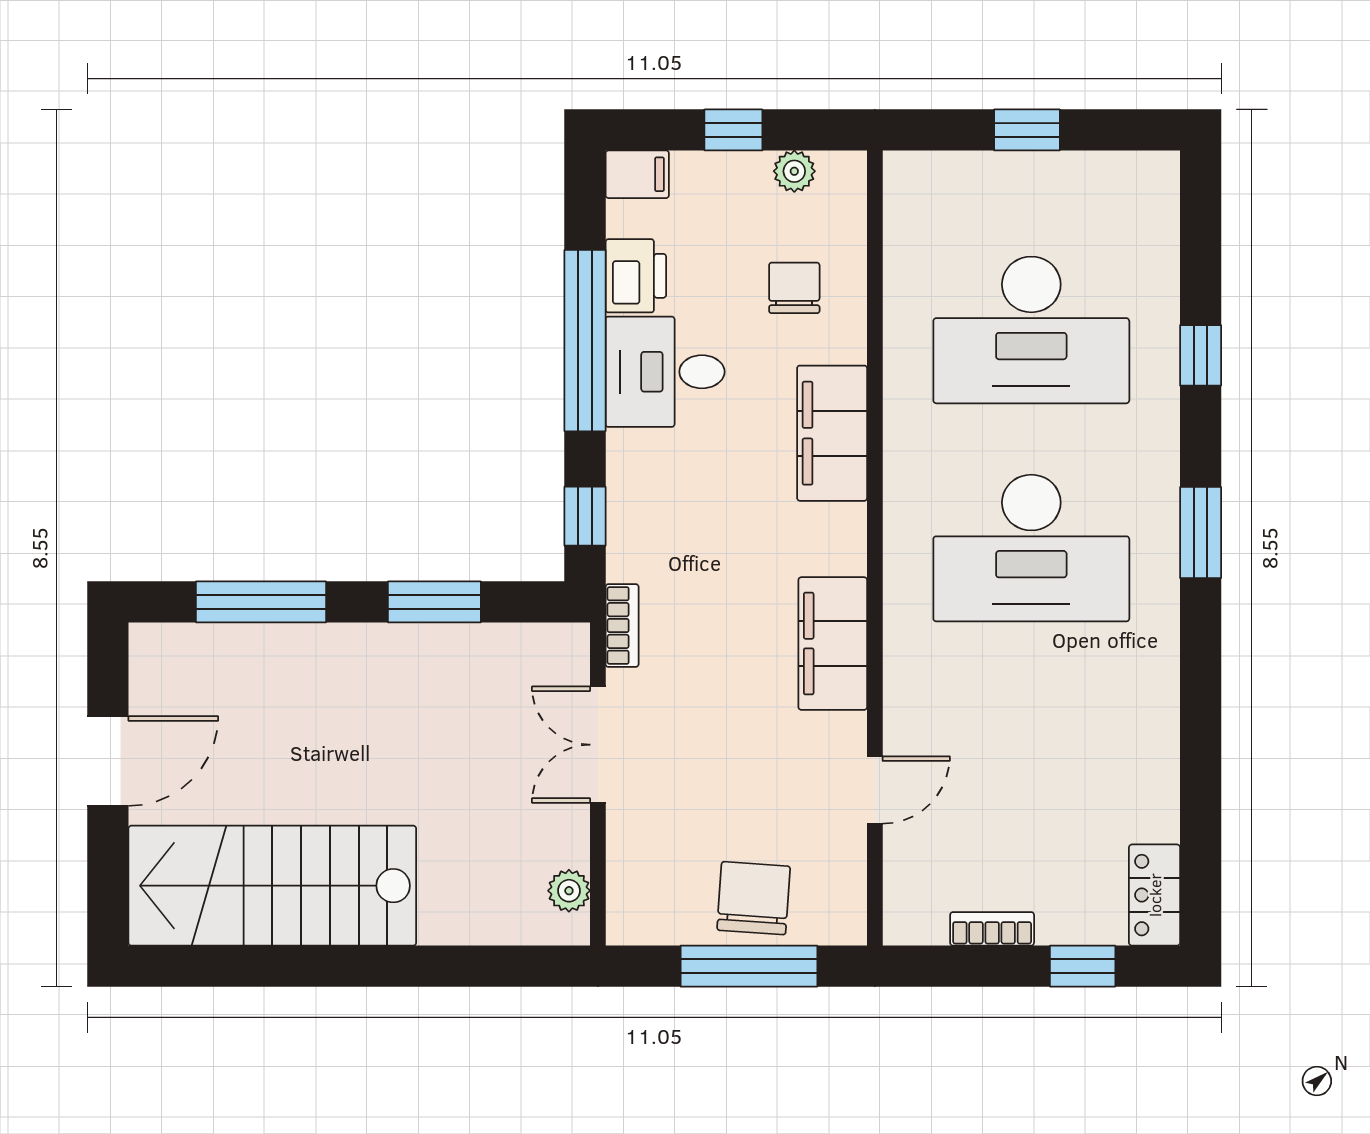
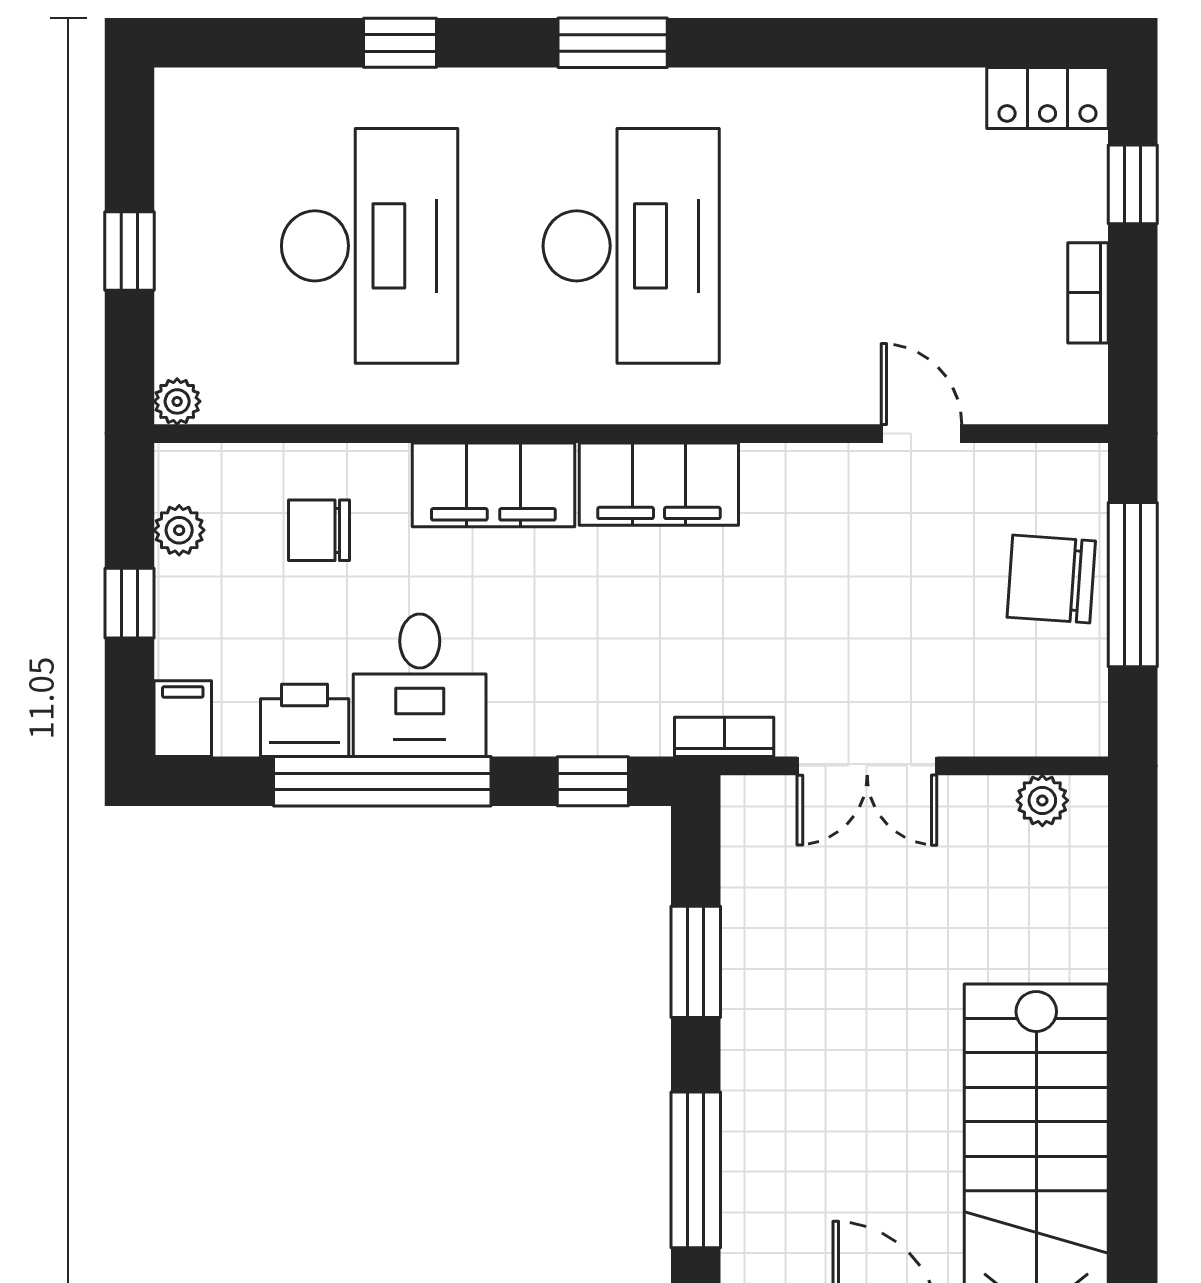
plant: (902, 170) -> (177, 401), added
filing cabinet: (833, 644) -> (659, 484), moved

